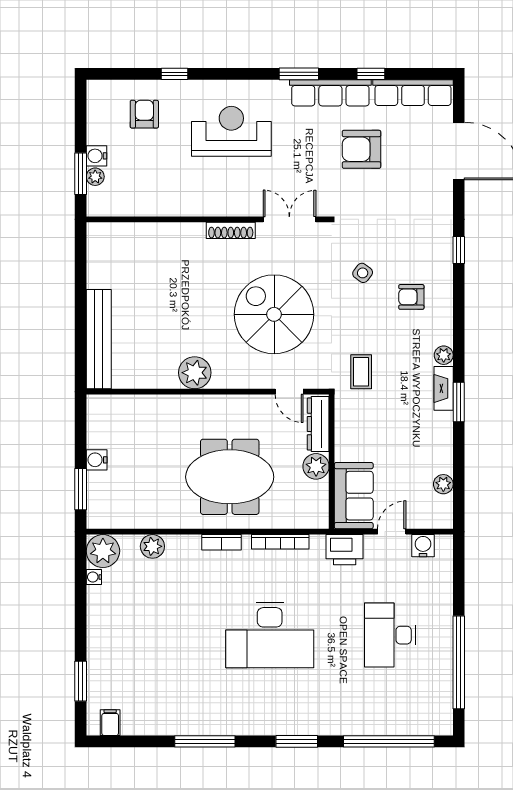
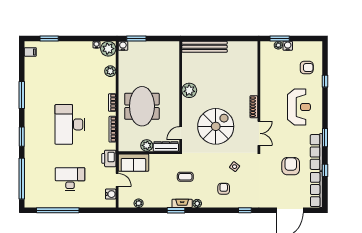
coffee table: (361, 372) -> (185, 177), moved
water cooler: (97, 460) -> (123, 46), moved

